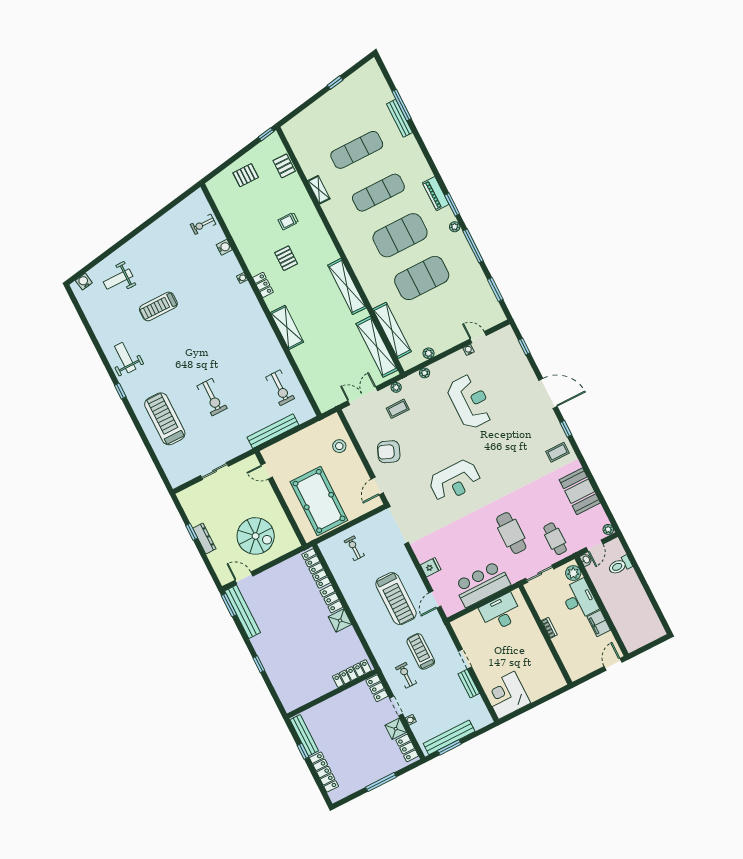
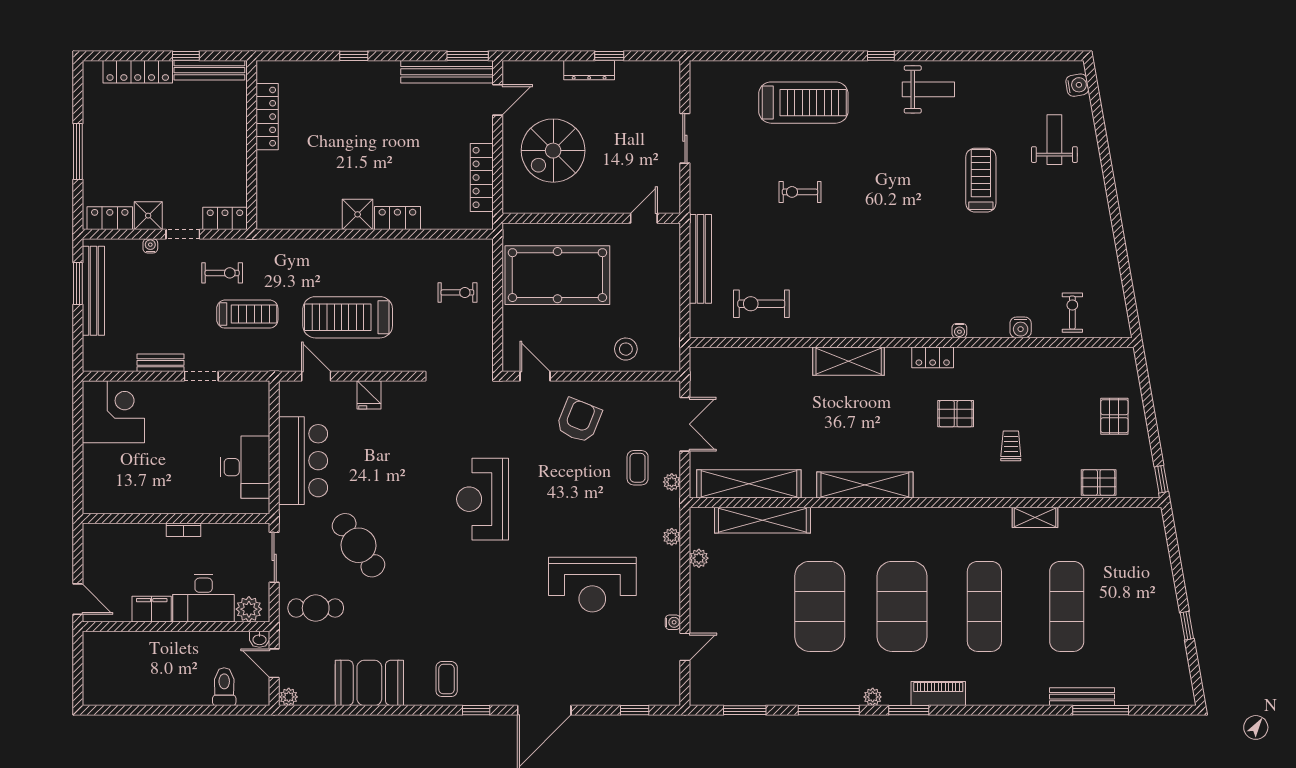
exercise bike: (212, 397) -> (800, 192), width x0.73, depth x0.72
cafe table: (511, 533) -> (358, 545), turned 55
locker: (316, 568) -> (482, 177), moved, turned -90
locker: (352, 674) -> (267, 117), moved

